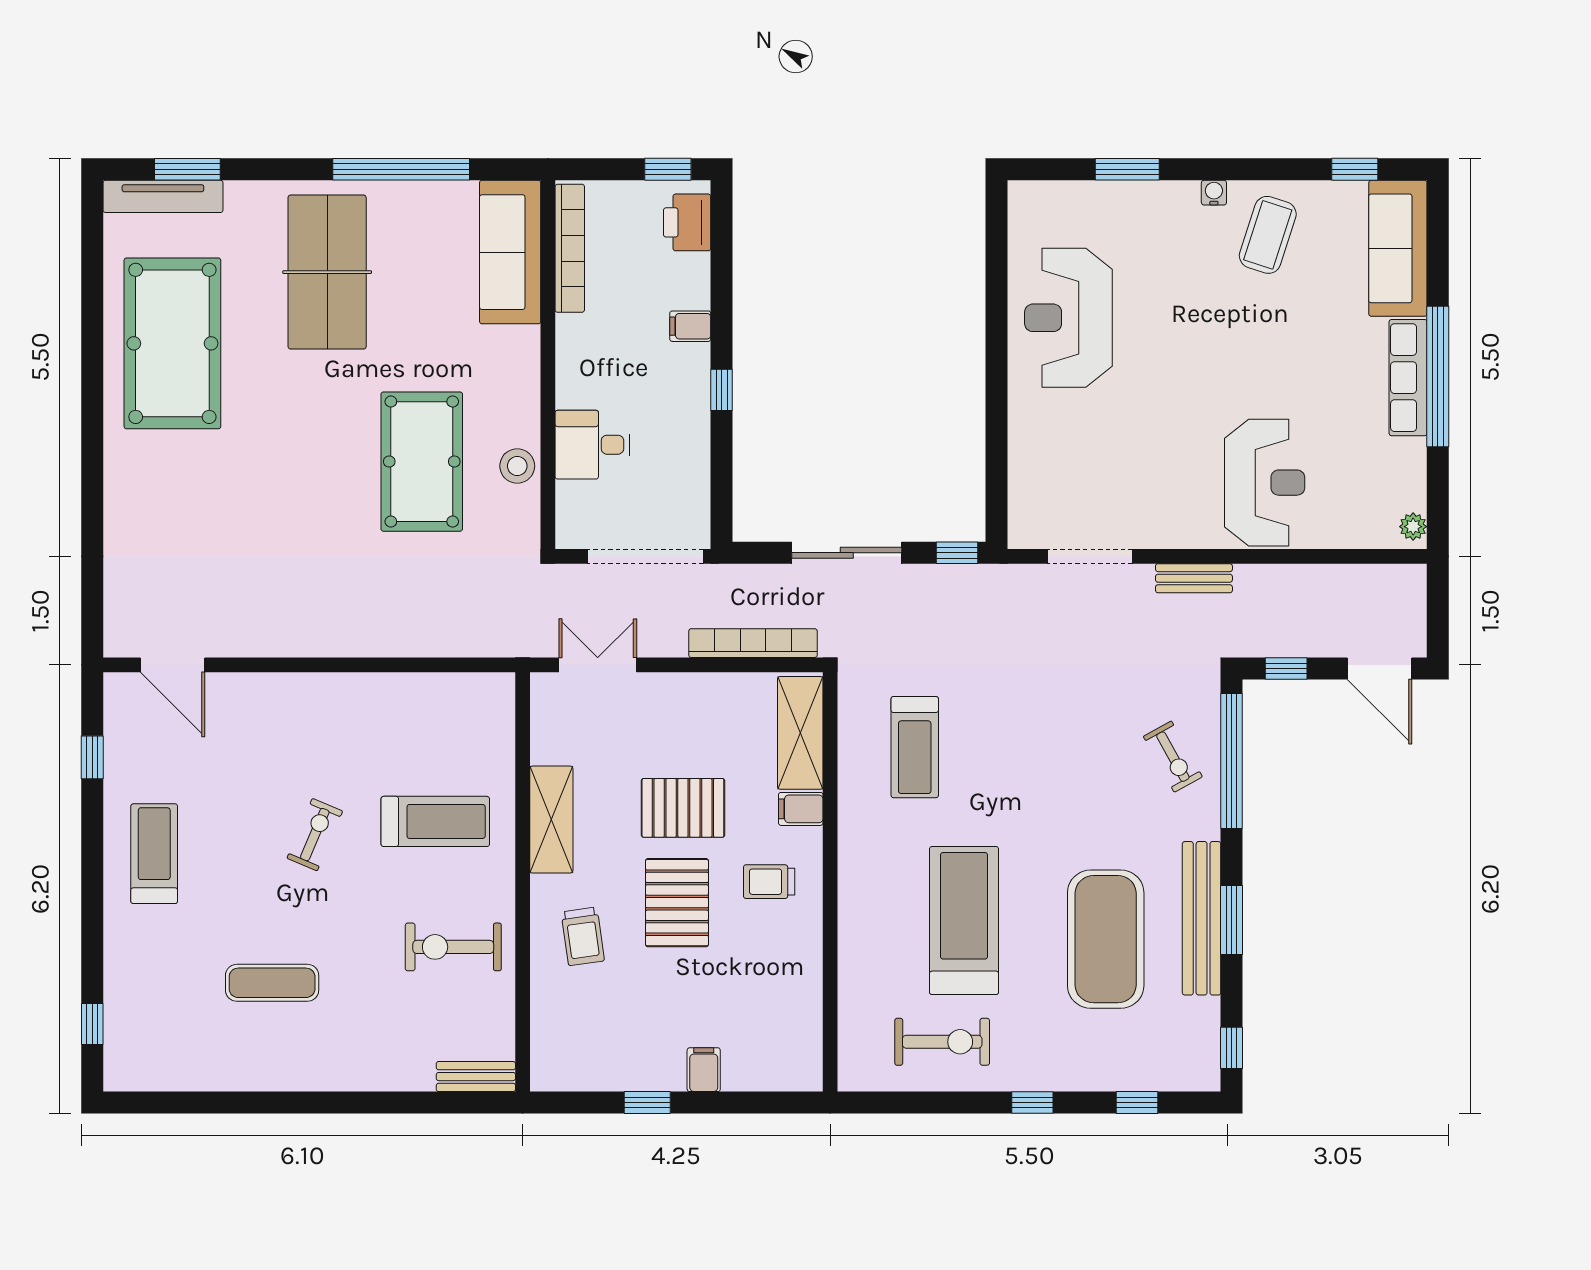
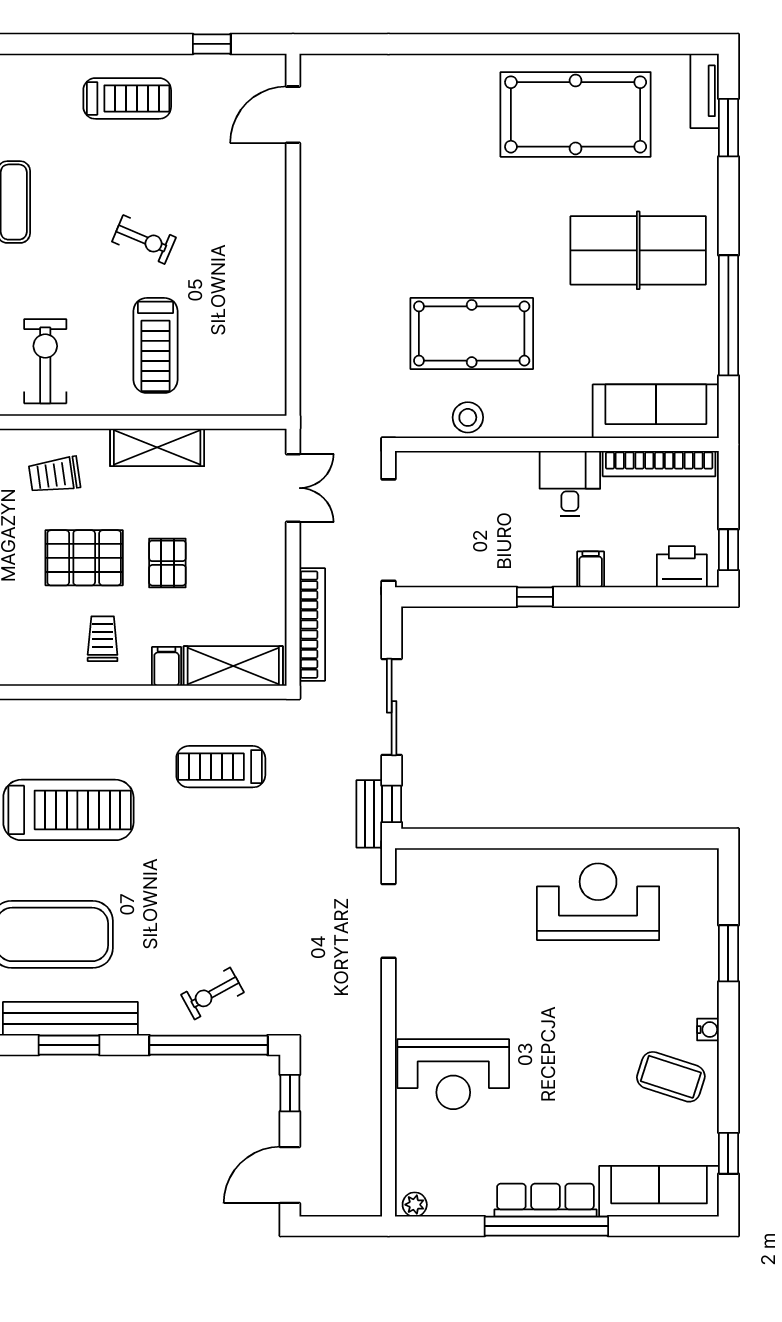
tv unit: (163, 196) -> (705, 91), width x0.71
desk: (592, 445) -> (570, 483), moved
bench: (1194, 578) -> (369, 814), moved
pallet: (683, 808) -> (167, 563), width x0.67, depth x0.71

